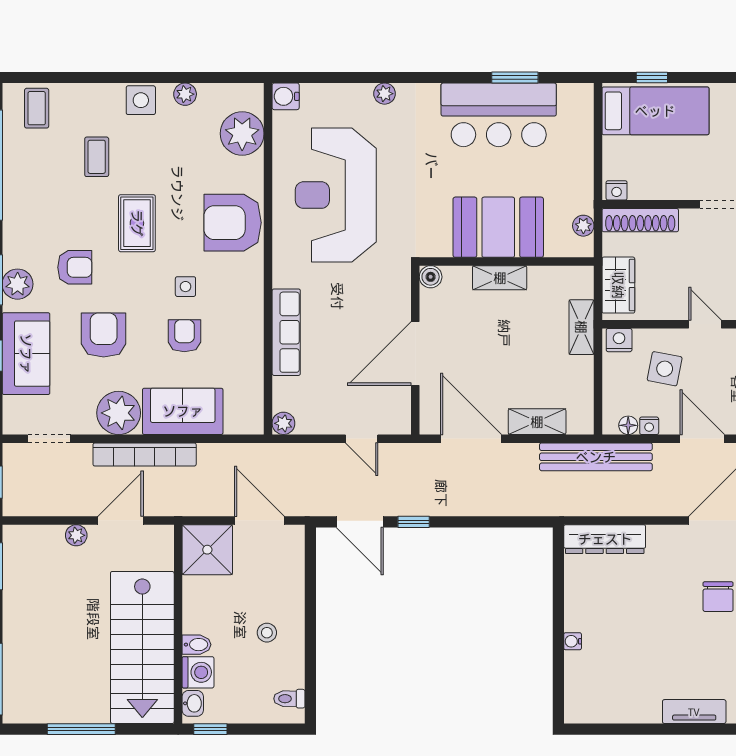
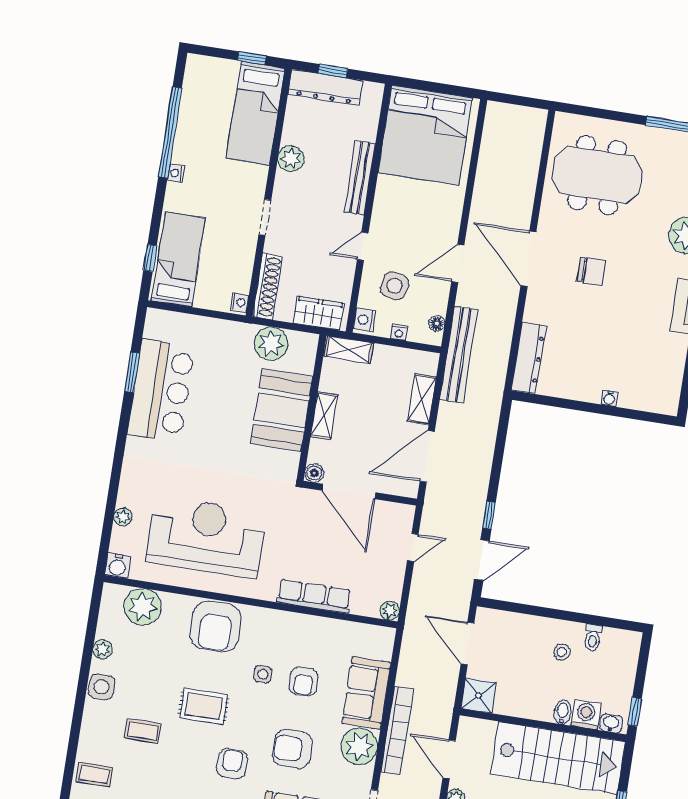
plant: (385, 94) -> (123, 517), moved
reception desk: (336, 195) -> (206, 537), turned 180
plant: (583, 226) -> (271, 344), width x1.88, depth x1.88
booth: (498, 227) -> (282, 410), moved
wall: (507, 262) -> (312, 408), moved
boiler: (431, 277) -> (314, 473), moved
shelving: (500, 278) -> (324, 416), moved
armchair: (184, 336) -> (304, 682), turned -90
nightstand: (649, 426) -> (399, 332), moved, turned 90
door: (259, 521) -> (467, 643), hinge flipped
shower: (207, 550) -> (478, 695), width x0.73, depth x0.73
toilet: (289, 699) -> (593, 638), moved

